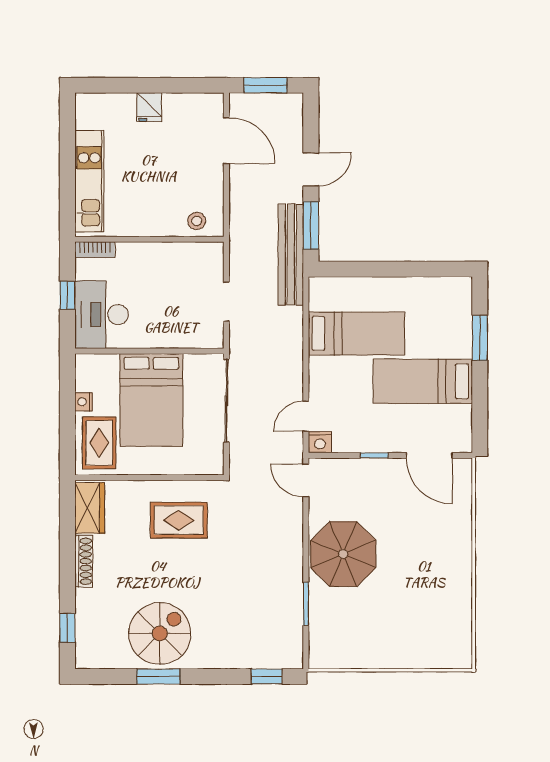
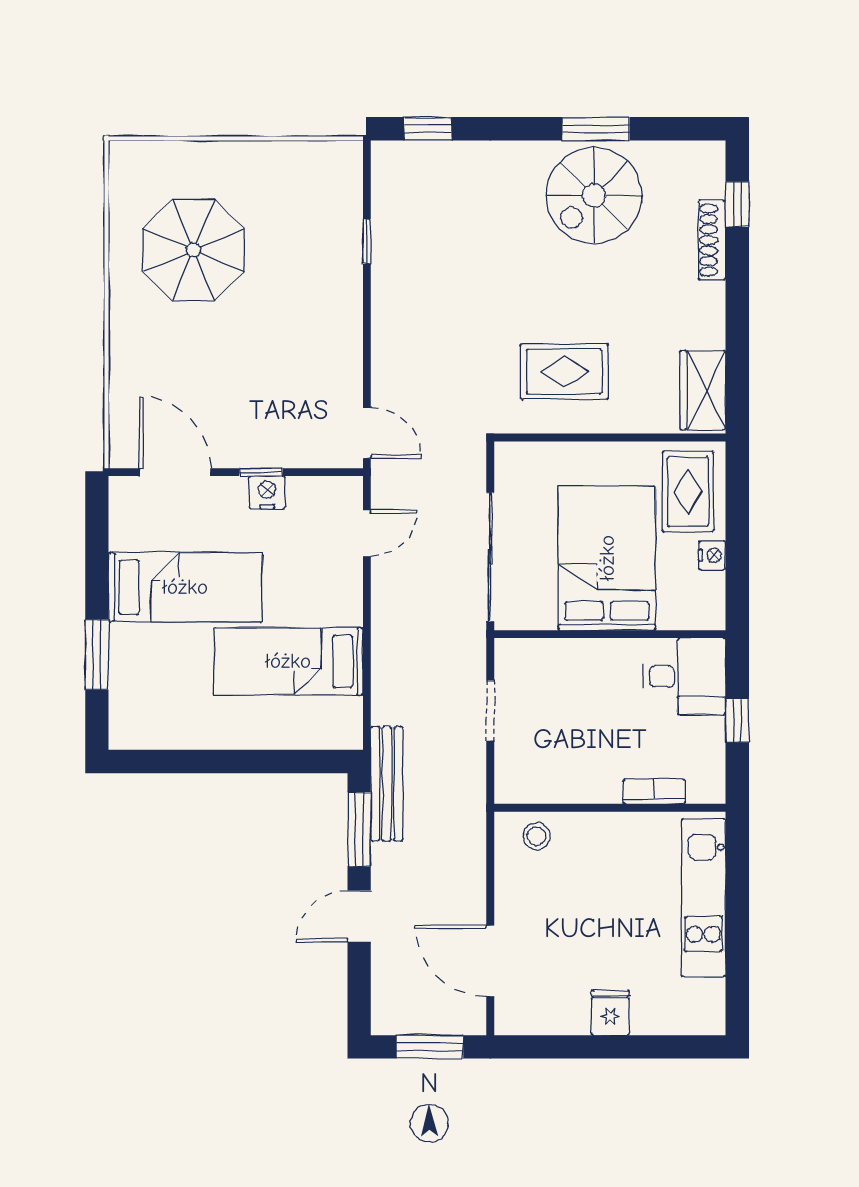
bookcase: (95, 250) -> (654, 791), moved
bench: (291, 255) -> (387, 784), width x0.73, depth x0.82
desk: (102, 315) -> (684, 676), width x0.73
nightstand: (320, 442) -> (267, 492), moved
parasol: (343, 554) -> (193, 250), moved
shoe rack: (84, 561) -> (712, 240), moved
window: (306, 604) -> (367, 241), width x0.67

